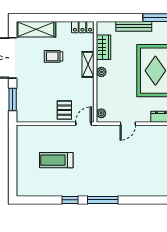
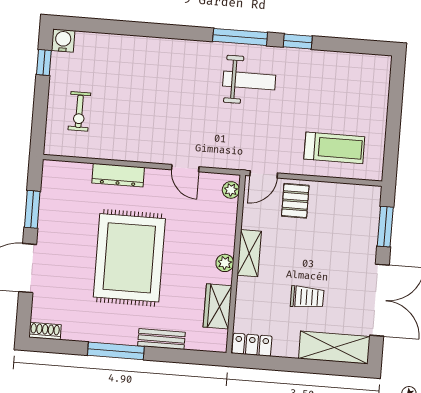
bench: (134, 26) -> (161, 339), width x0.73
shelving: (88, 64) -> (249, 253), moved
door: (128, 124) -> (185, 168), swing flipped
treadmill: (56, 160) -> (334, 148), moved
weight bench: (96, 176) -> (249, 81), added

